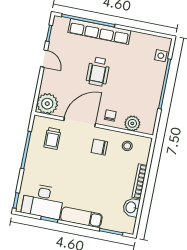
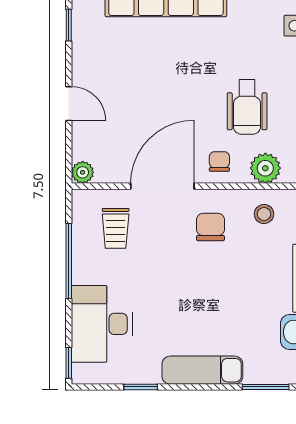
door: (44, 59) -> (69, 104), moved
wheelchair: (98, 71) -> (247, 107), moved
plant: (47, 104) -> (83, 172), width x0.53, depth x0.53
chair: (99, 147) -> (211, 227), turned 90
desk: (43, 201) -> (102, 324), moved, turned 90

